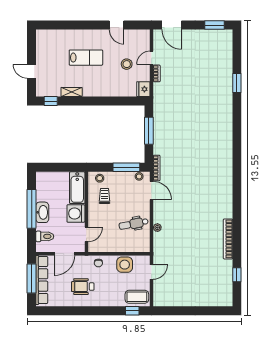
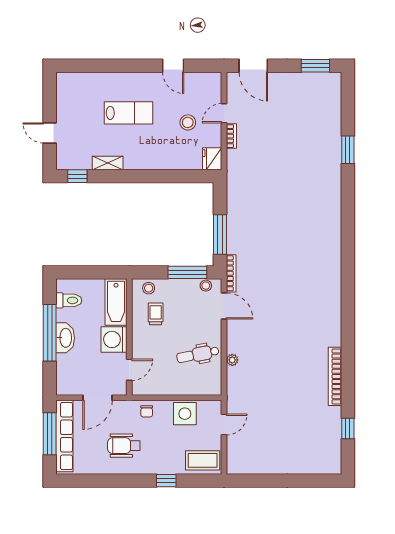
window: (149, 131) -> (220, 235), moved
toilet: (45, 236) -> (69, 300), moved
window: (132, 311) -> (166, 481), moved

